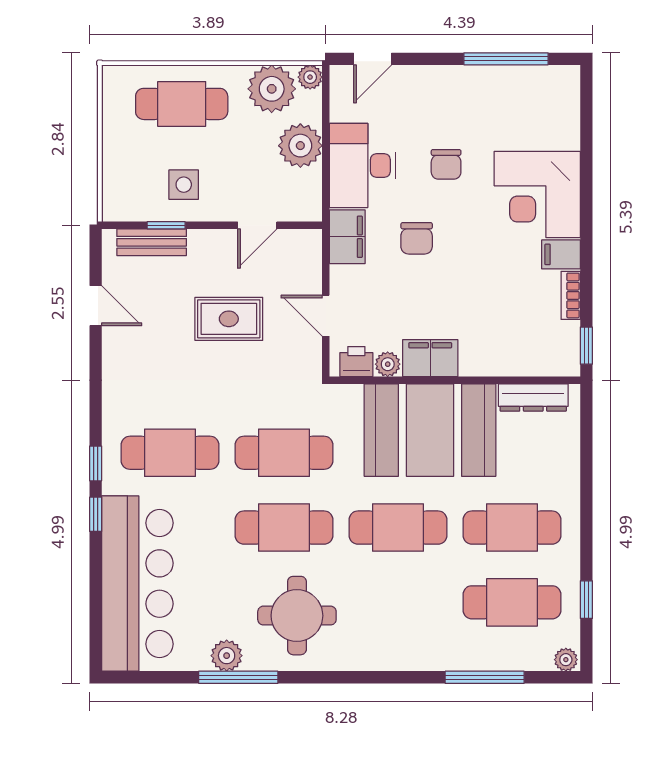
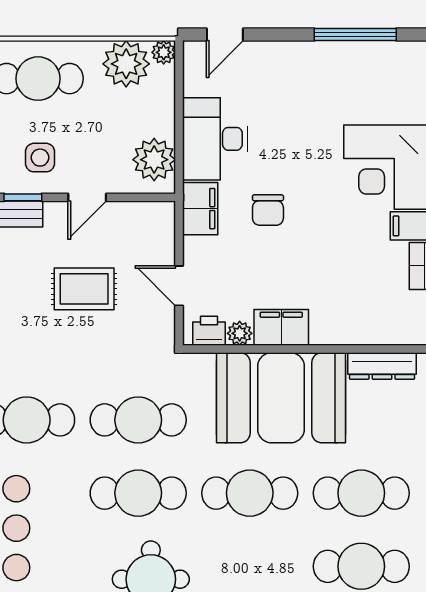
plant: (300, 146) -> (154, 160), moved
chair: (446, 164) -> (297, 138), removed
door: (257, 225) -> (87, 197), moved

